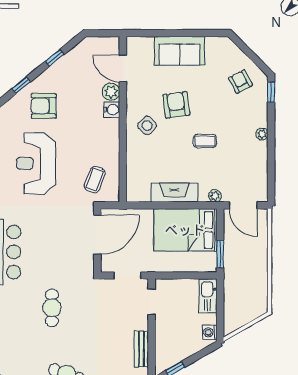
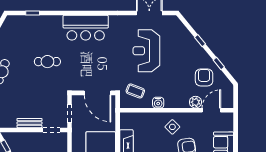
armchair: (44, 106) -> (204, 77), moved
water cooler: (112, 110) -> (158, 103), moved
reception desk: (36, 163) -> (146, 51), turned -90
bench: (141, 349) -> (29, 123), moved

